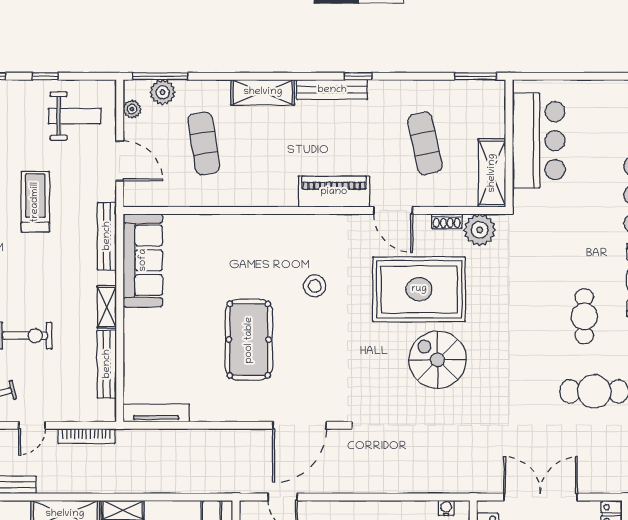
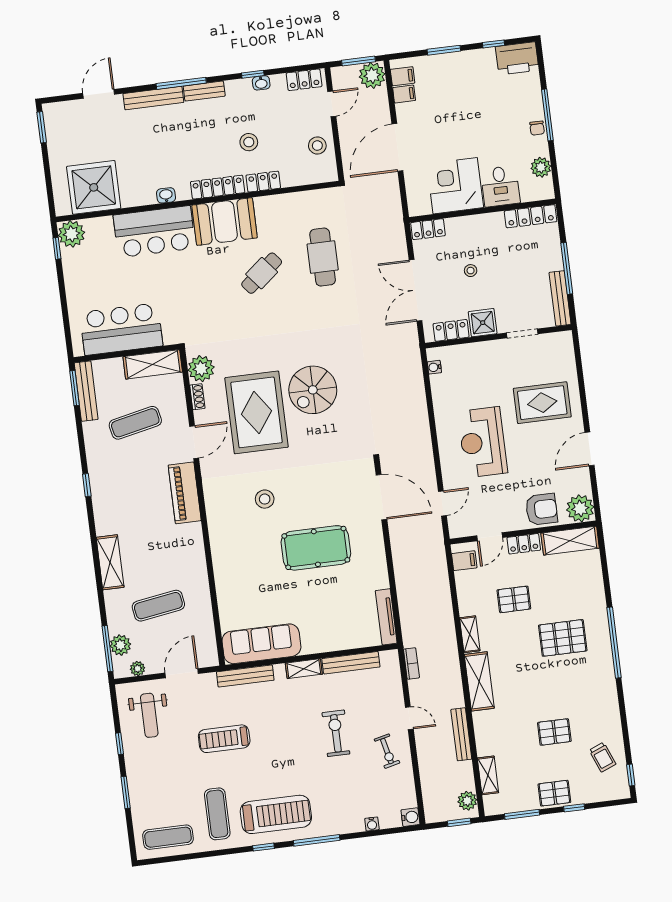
bench: (332, 90) -> (86, 391), moved
weight bench: (75, 116) -> (149, 715), turned 180
cafe table: (584, 316) -> (262, 273), turned -39
bookcase: (86, 436) -> (411, 663), width x0.64

